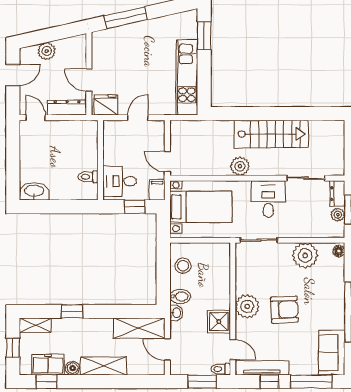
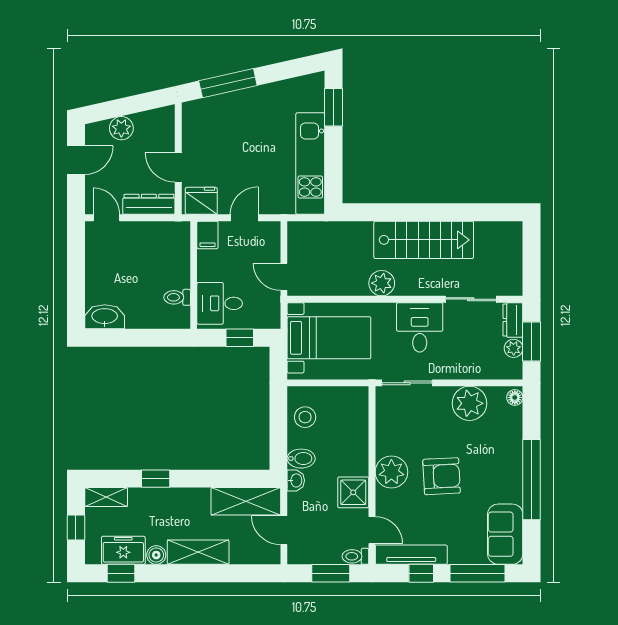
filing cabinet: (157, 190) -> (207, 235), moved, turned 180

